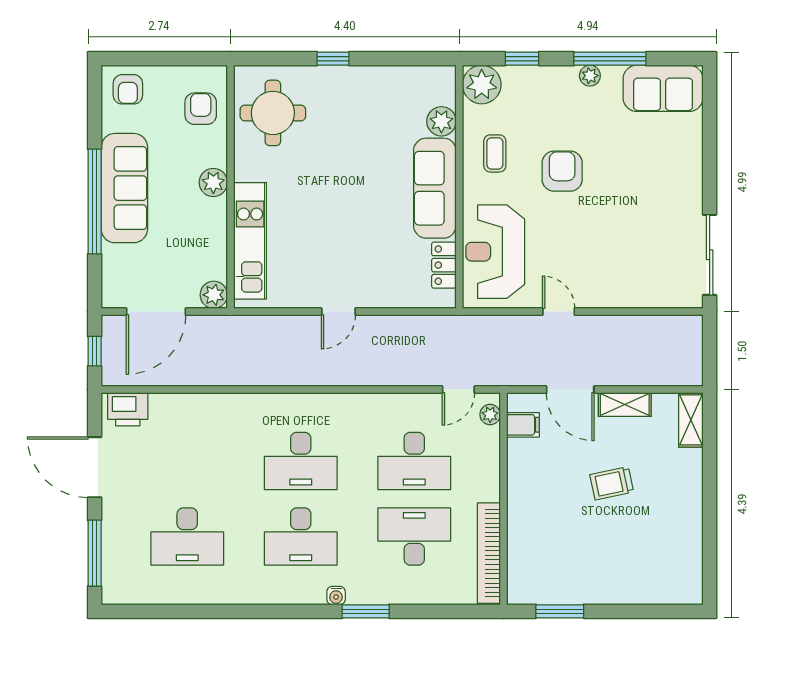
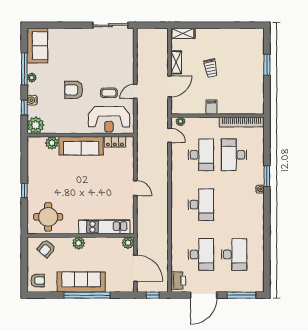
water cooler: (539, 77) -> (32, 100), added
armchair: (201, 109) -> (46, 249), turned -49
coffee table: (495, 153) -> (109, 93), moved
filing cabinet: (523, 425) -> (211, 107), moved
desk: (301, 537) -> (201, 254), moved
window: (560, 611) -> (267, 65), moved

